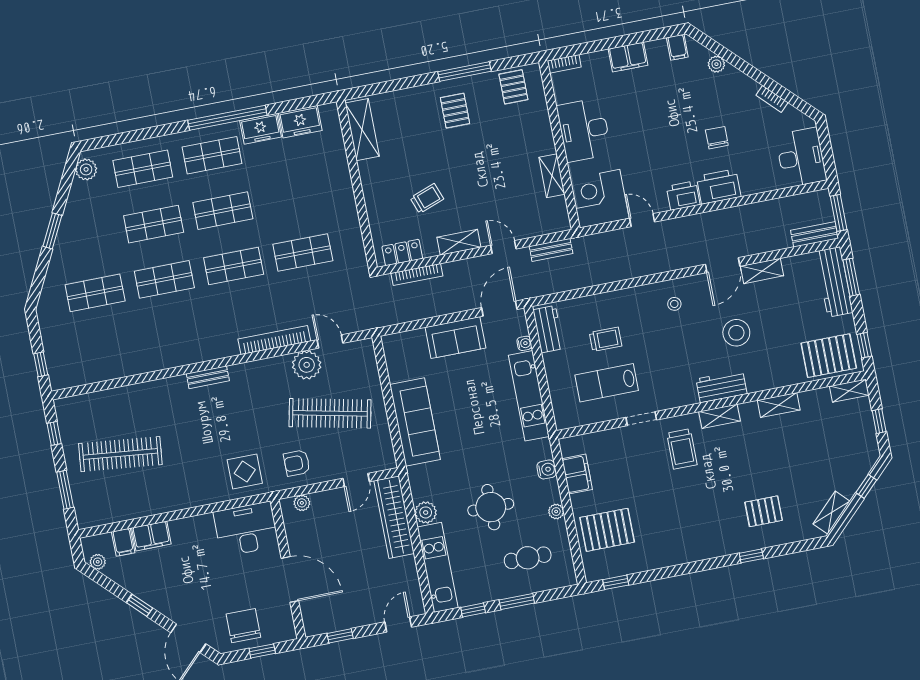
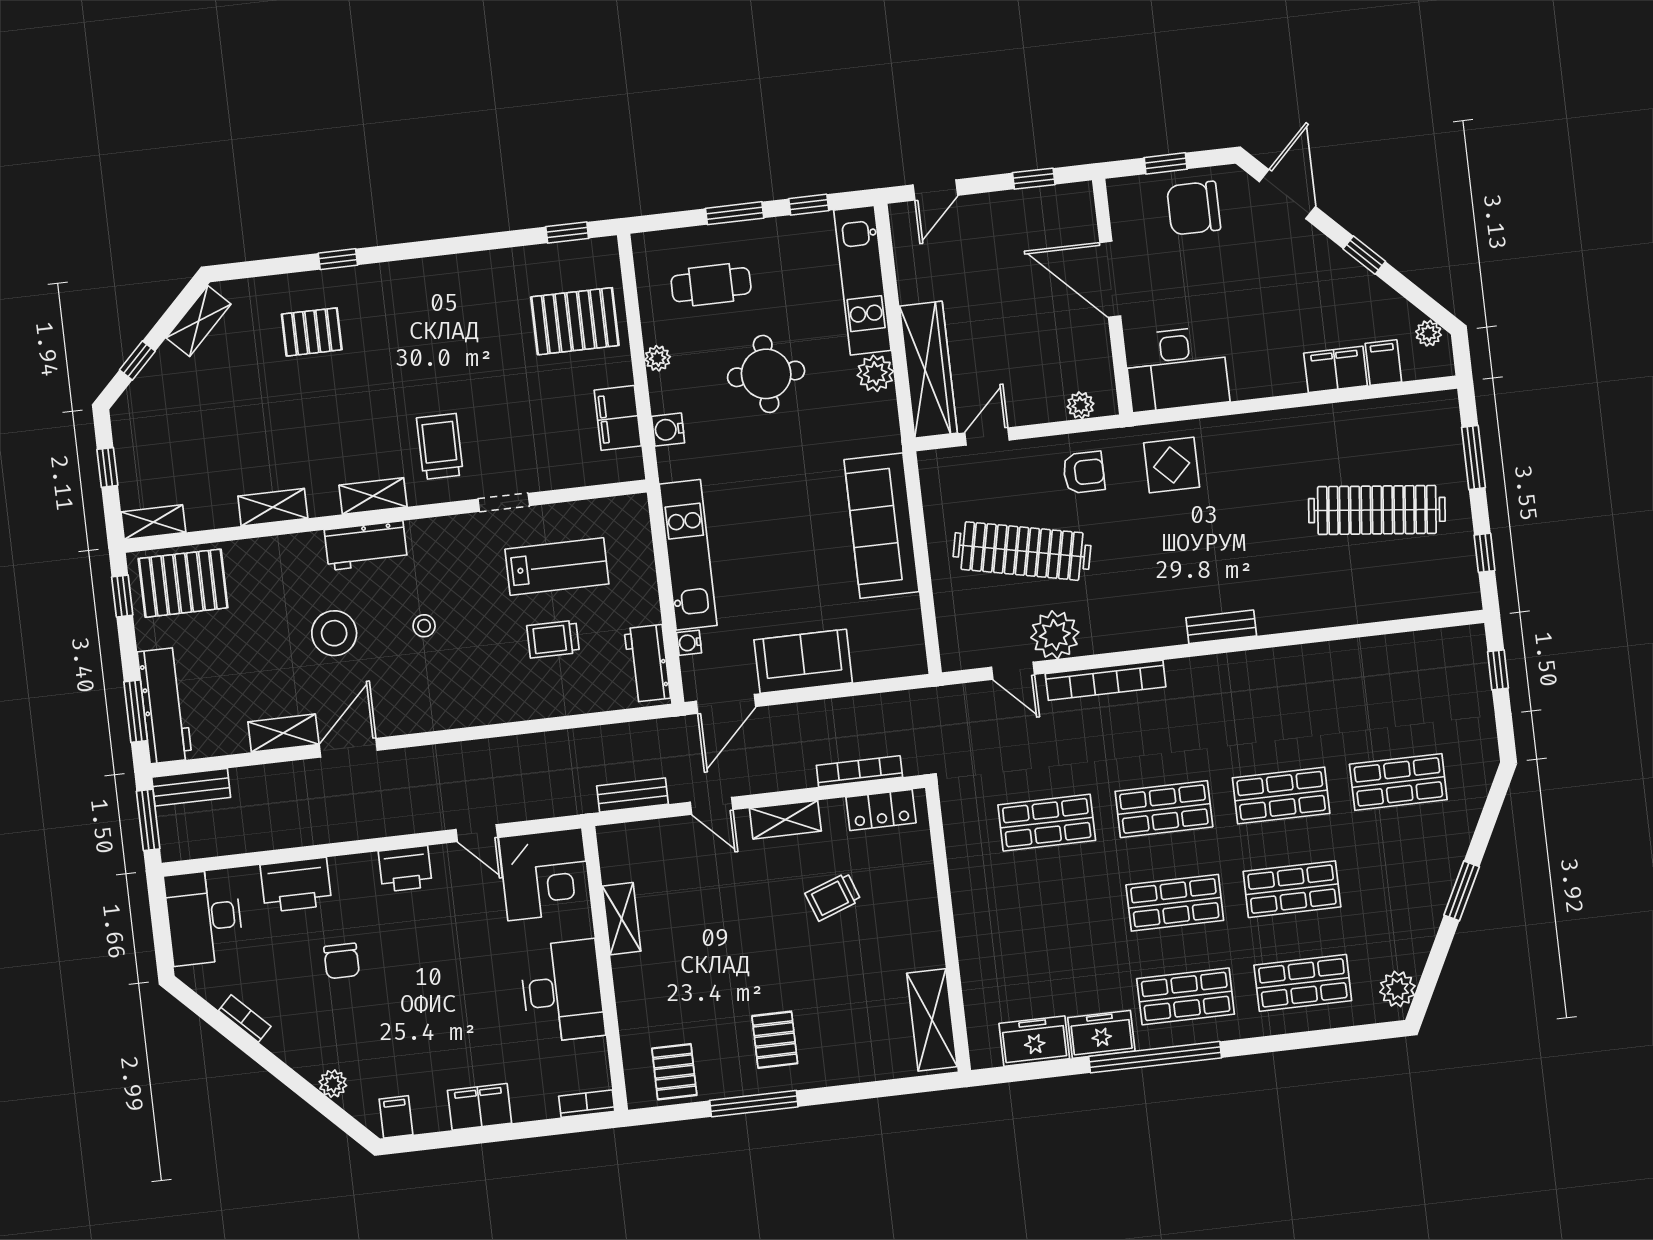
printer: (719, 187) -> (296, 885), moved
stool: (674, 304) -> (424, 626), moved
chair: (243, 626) -> (1194, 208), turned 90

